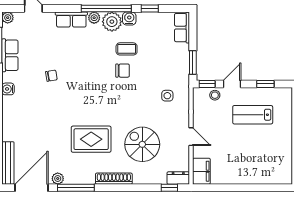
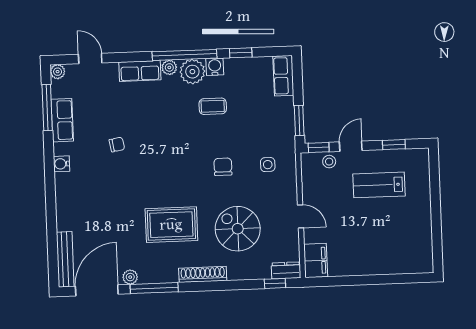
chair: (123, 71) -> (223, 167), moved, turned -90

